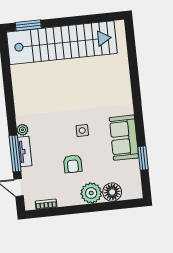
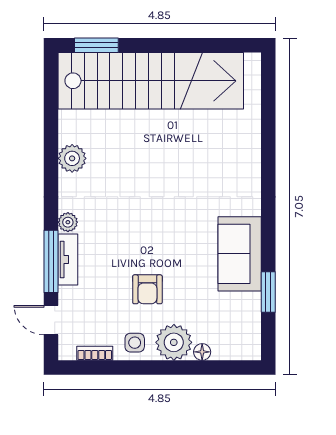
plant: (21, 92) -> (72, 158), added
side table: (82, 131) -> (135, 343), moved
floor lamp: (112, 192) -> (202, 352), width x0.53, depth x0.53

